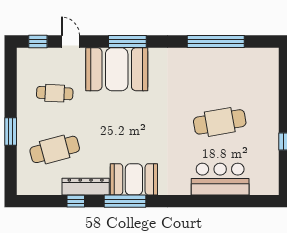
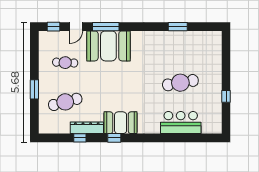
door: (71, 42) -> (76, 27), swing flipped
window: (127, 42) -> (106, 27), moved
window: (216, 42) -> (178, 27), width x0.47
window: (125, 201) -> (114, 138), width x0.46

